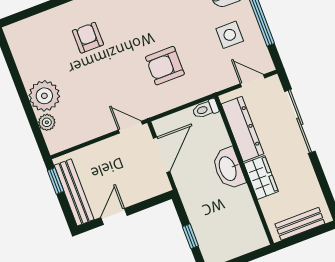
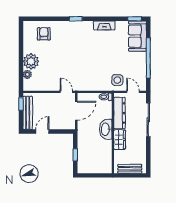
side table: (230, 35) -> (117, 80), moved
armchair: (88, 38) -> (44, 34), moved
armchair: (165, 66) -> (94, 69), removed

